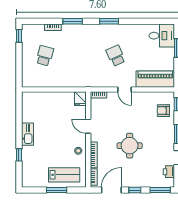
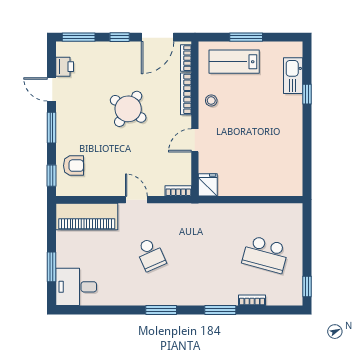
school desk: (45, 56) -> (265, 254), width x1.85
door: (88, 126) -> (195, 140), swing flipped
kitchen sink: (28, 134) -> (293, 76), moved
round table: (130, 146) -> (128, 109), turned 34

